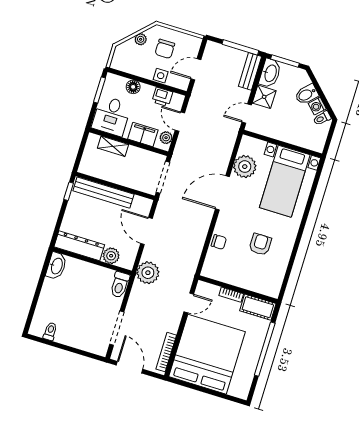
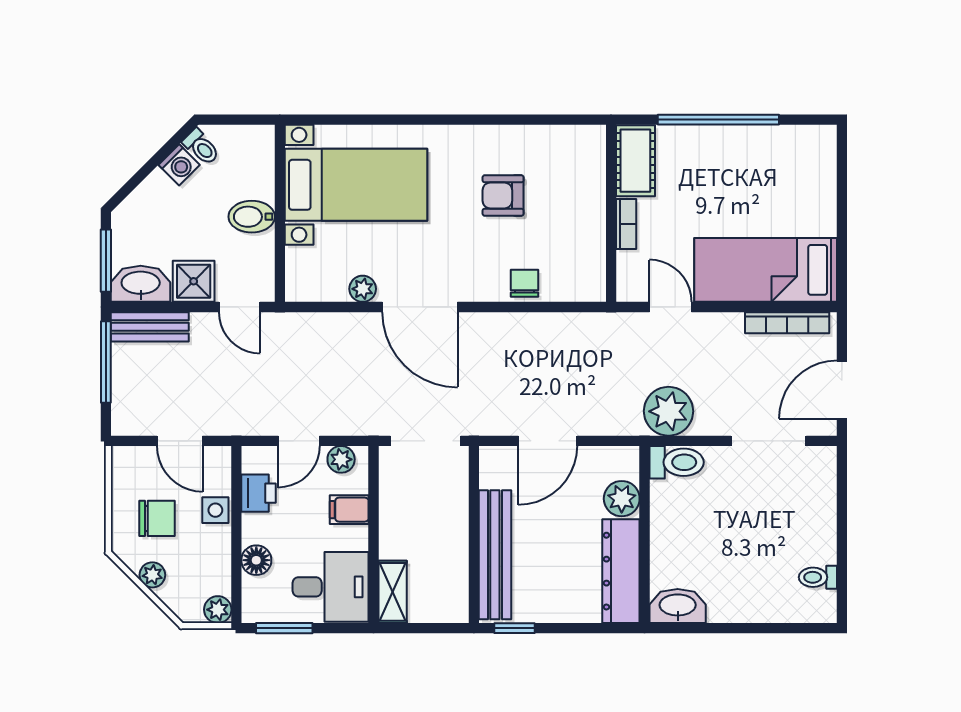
plant: (117, 63) -> (218, 610), added
bidet: (307, 94) -> (252, 217), moved, turned 135
filing cabinet: (143, 135) -> (349, 510), width x0.50
shelving: (113, 146) -> (393, 592), moved
plant: (245, 167) -> (363, 289), width x0.53, depth x0.53
plant: (148, 273) -> (669, 411), moved
bed: (207, 354) -> (766, 270), width x0.49

